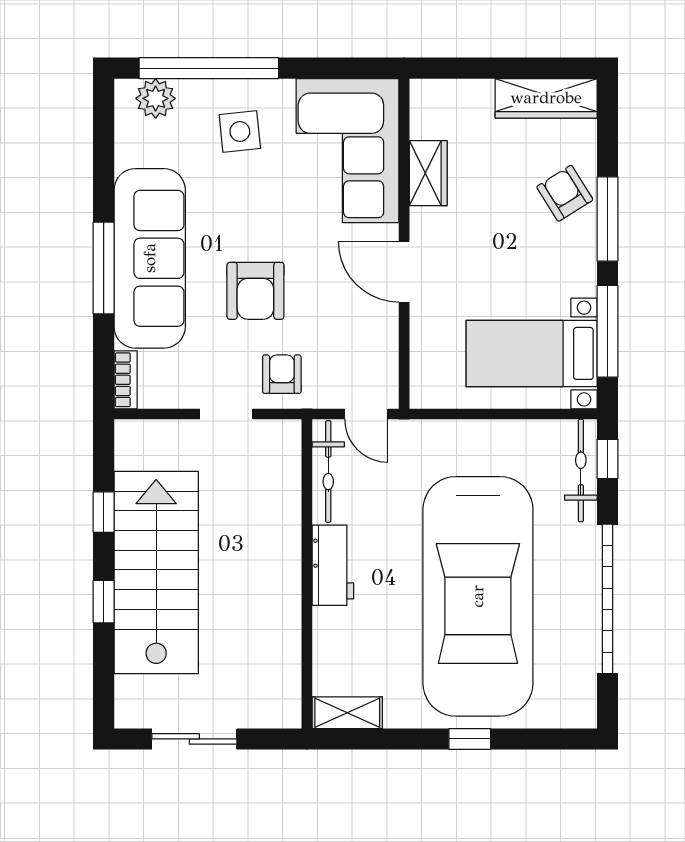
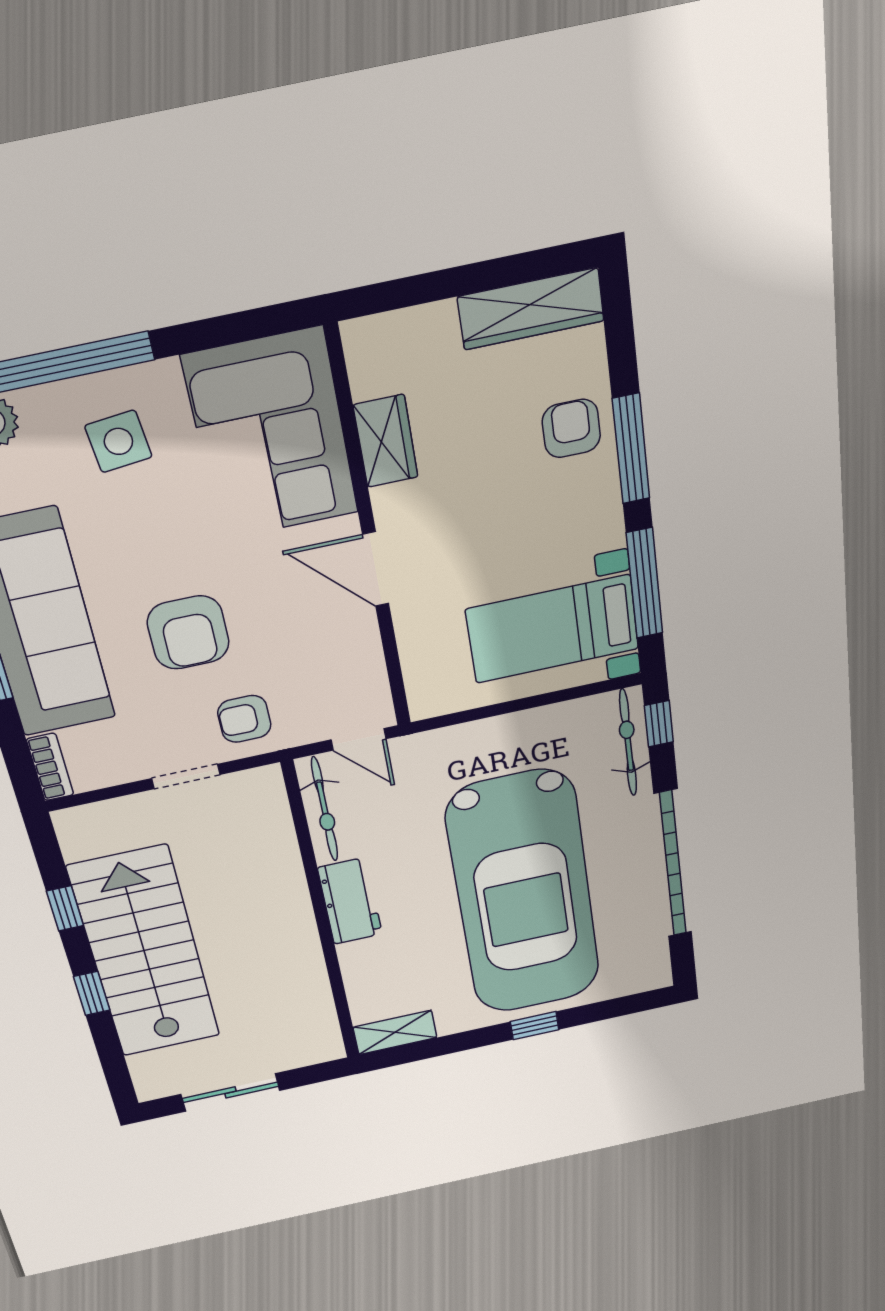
armchair: (565, 193) -> (571, 428), turned 32
armchair: (282, 374) -> (244, 719), turned -90

